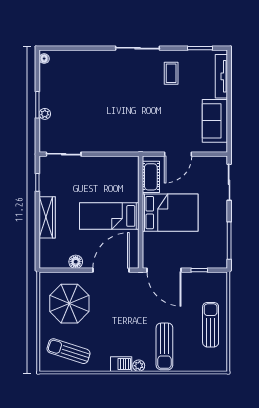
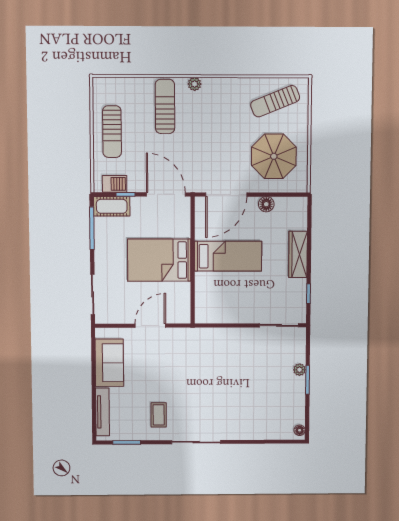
cot: (151, 177) -> (112, 206), moved, turned 90
sun lounger: (69, 351) -> (275, 101), turned 140
barbecue: (121, 364) -> (115, 184), moved, turned 180

